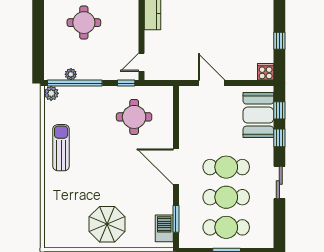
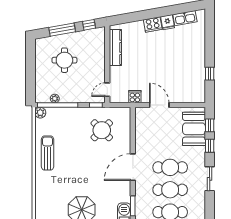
cooker: (266, 72) -> (135, 97), moved
round table: (134, 117) -> (102, 130), turned 45
door: (176, 167) -> (133, 167), hinge flipped

